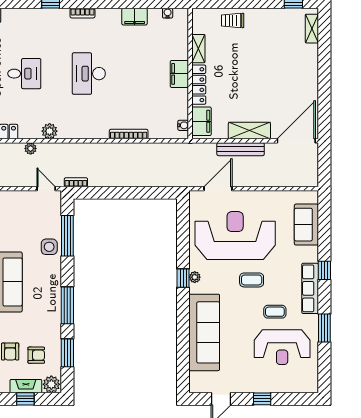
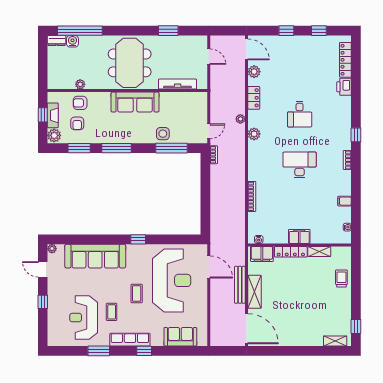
filing cabinet: (135, 17) -> (345, 201), width x0.50
plant: (195, 277) -> (52, 249), moved

